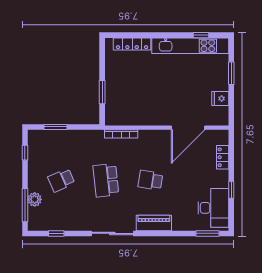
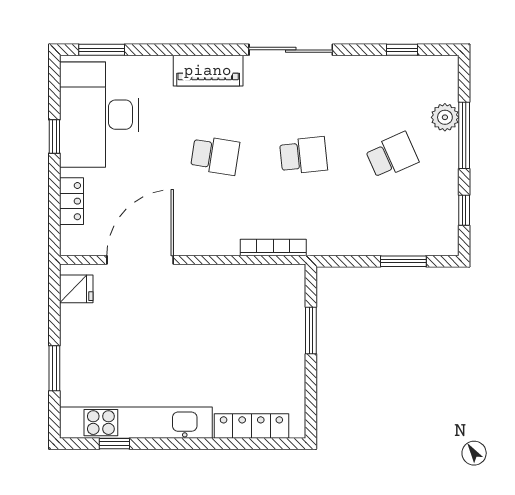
fridge: (220, 99) -> (76, 289), moved
school desk: (106, 180) -> (303, 156), width x0.54
window: (25, 205) -> (464, 135), moved
desk: (213, 208) -> (99, 115), width x1.36, depth x1.30

